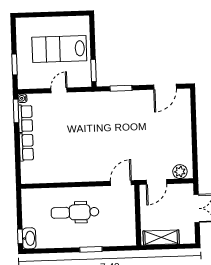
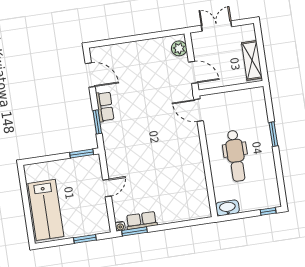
lab bench: (59, 49) -> (46, 210), moved
door: (59, 90) -> (107, 188), swing flipped
row of seats: (26, 147) -> (105, 107), moved, turned 90
washbasin: (29, 238) -> (227, 208), moved

